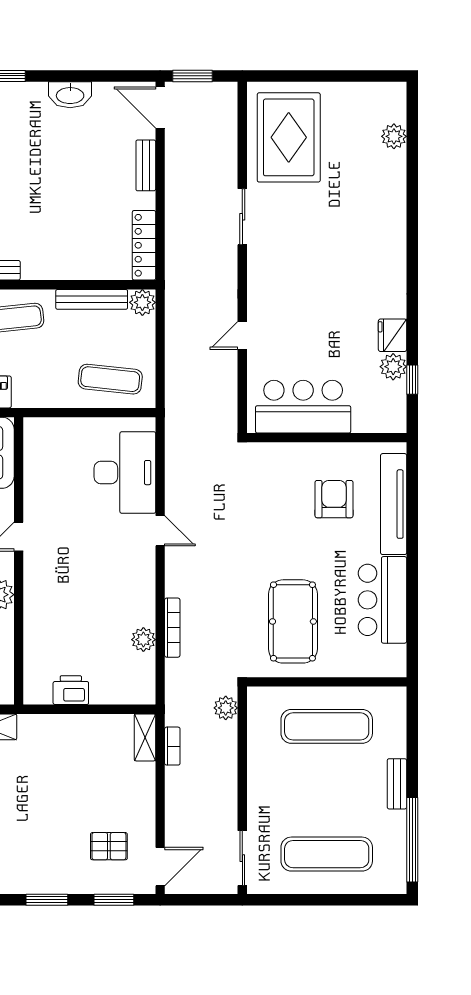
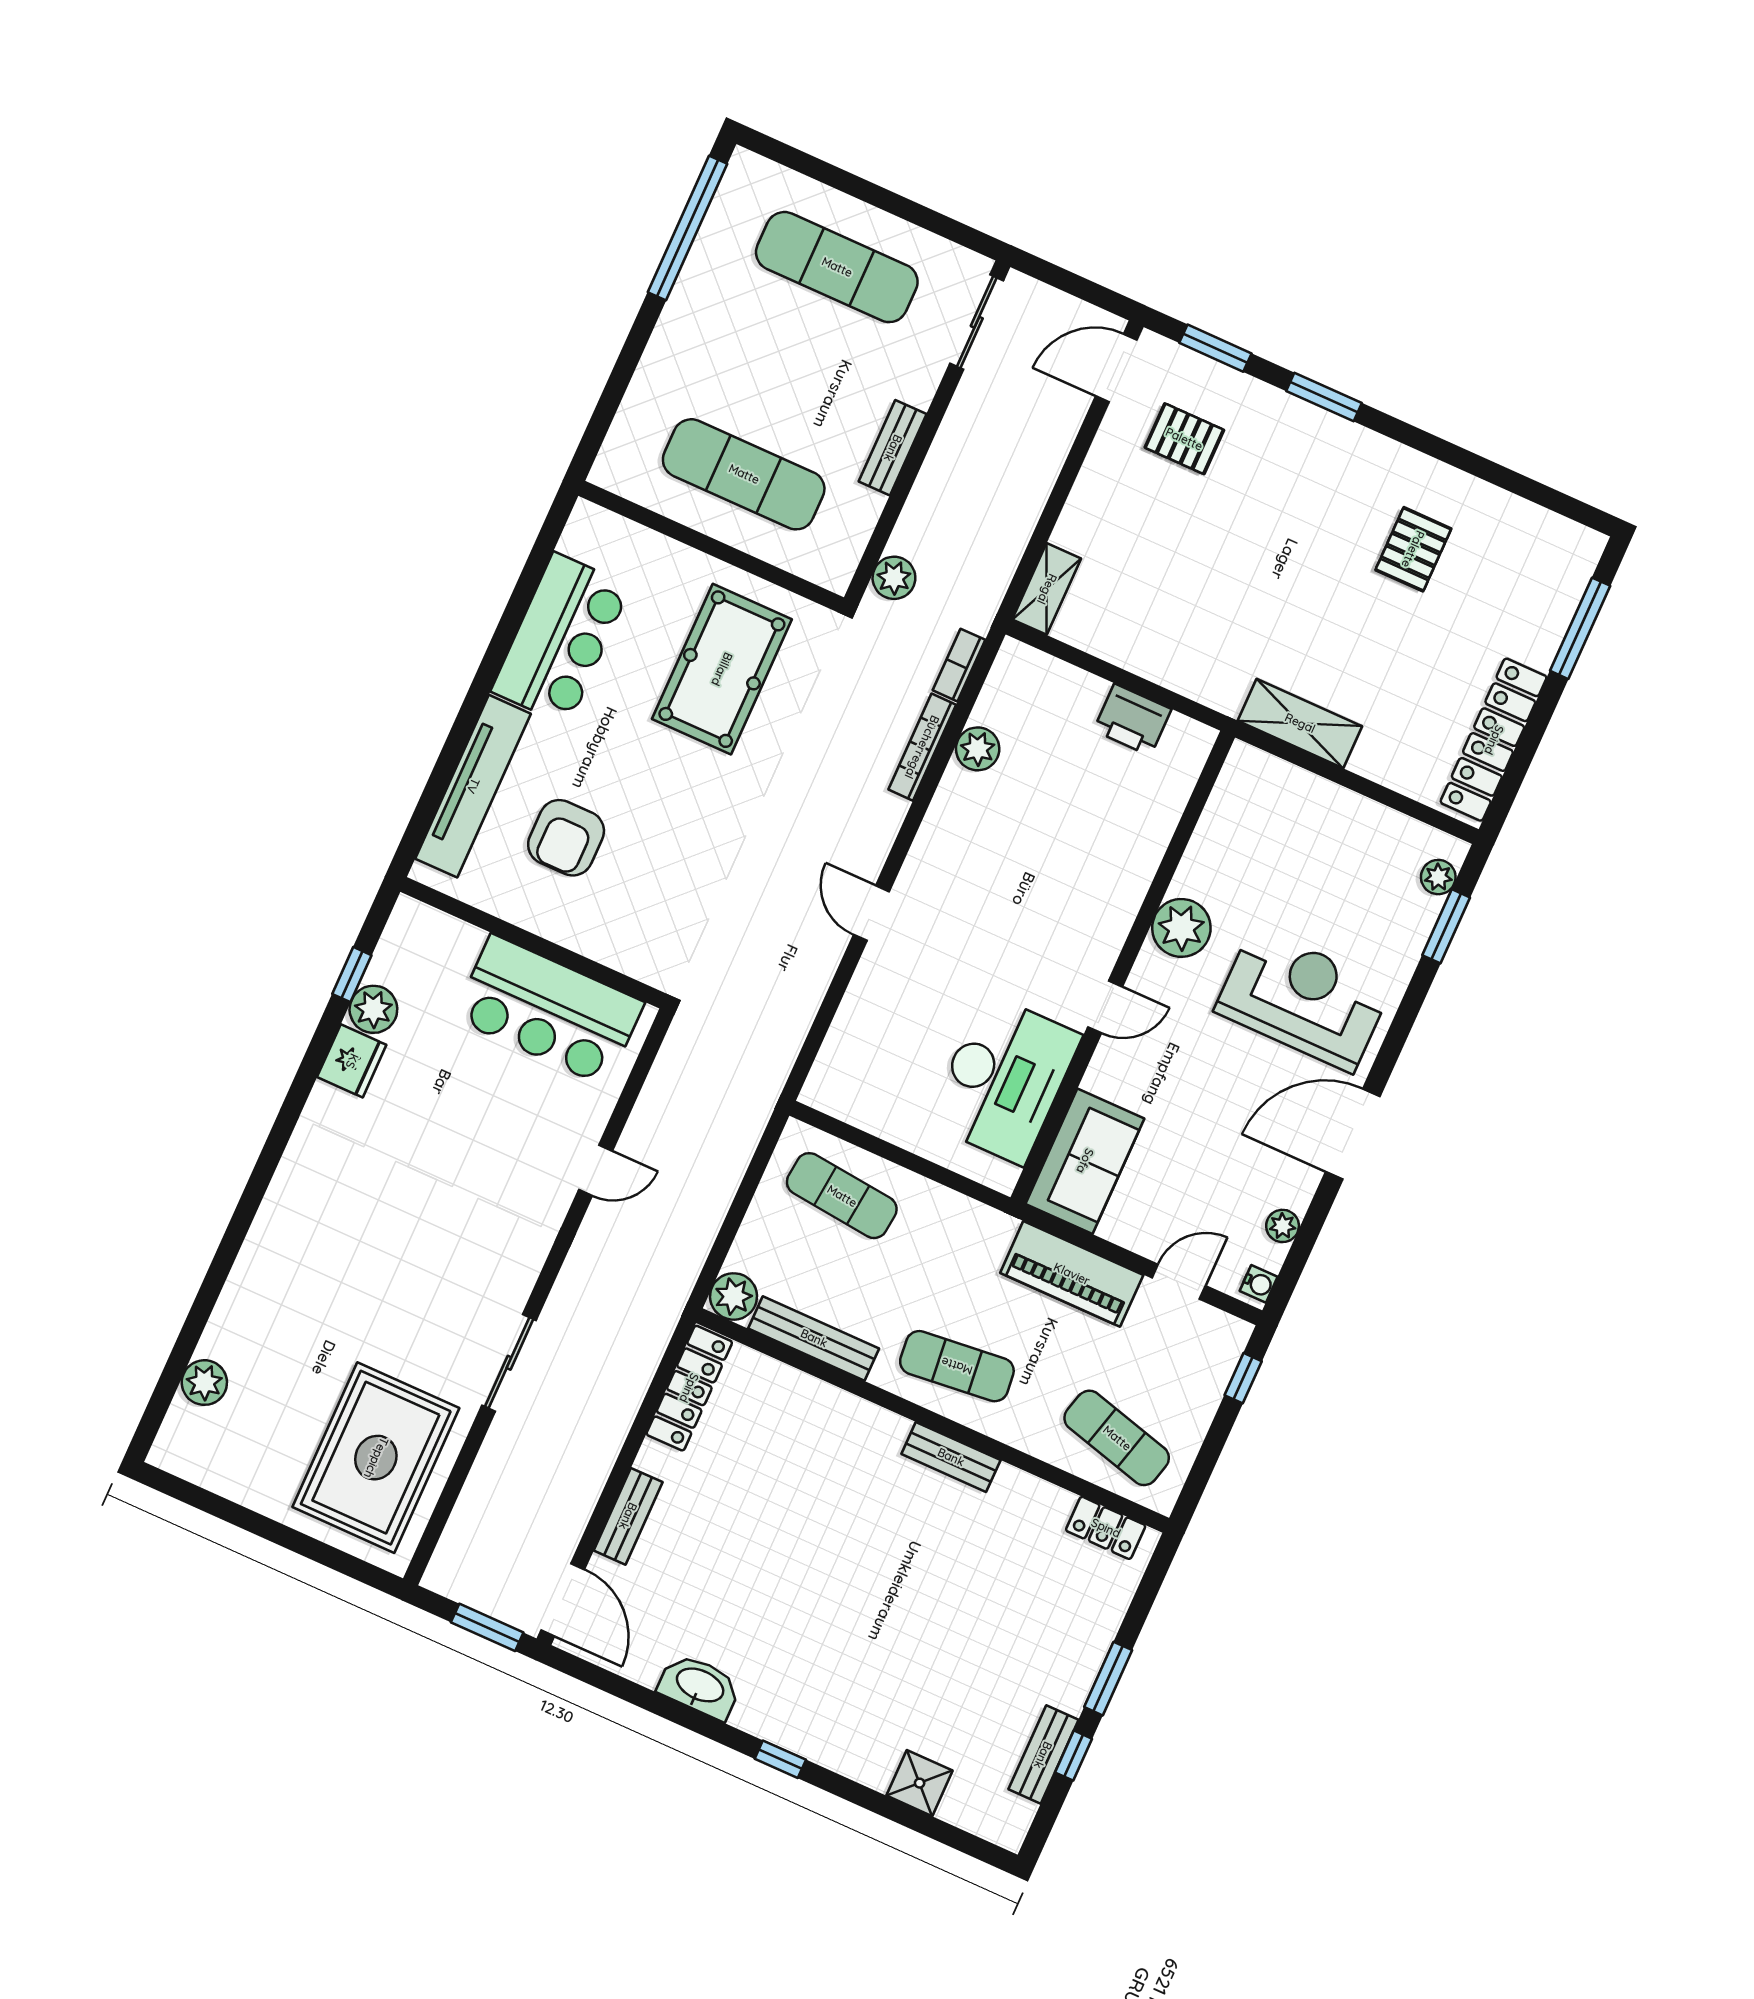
desk: (125, 473) -> (1004, 1079), moved, turned 180
bookcase: (172, 746) -> (959, 665), moved
bench: (397, 784) -> (893, 448), moved

